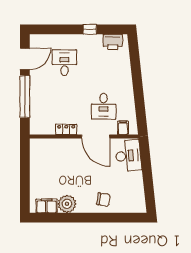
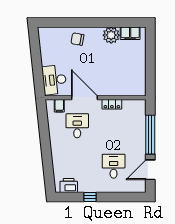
desk: (64, 63) -> (114, 166), turned 180

